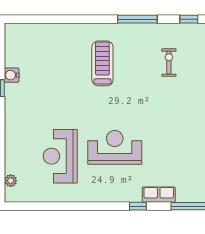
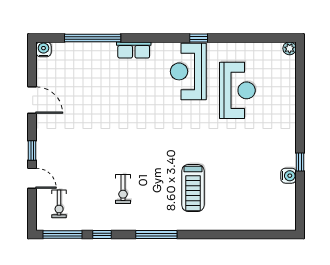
reception desk: (115, 147) -> (188, 71), moved, turned 90
plant: (11, 181) -> (290, 48), moved
window: (138, 206) -> (199, 38), moved

